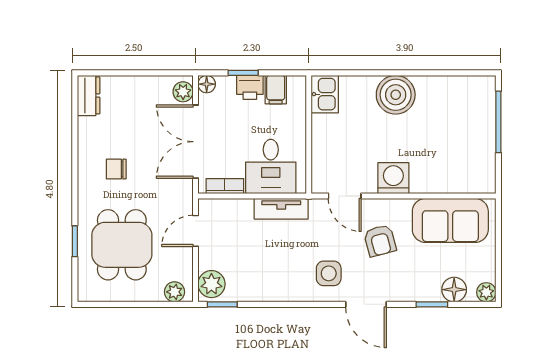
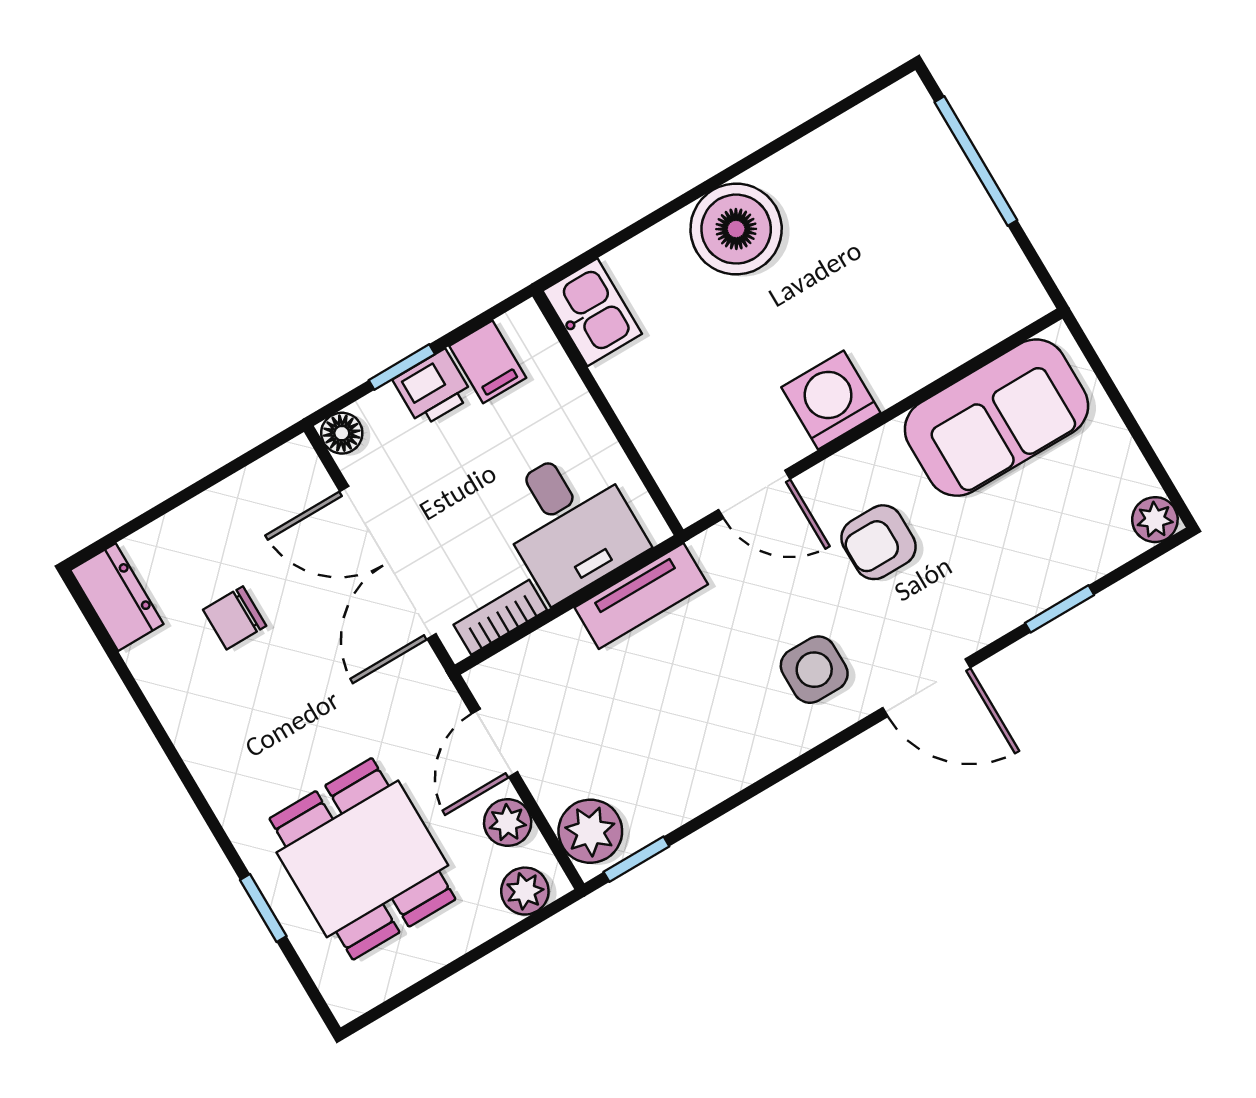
plant: (183, 92) -> (508, 823), moved
chair: (116, 169) -> (235, 618), moved
armchair: (380, 241) -> (879, 542), turned 105
floor lamp: (454, 290) -> (1087, 553), removed

